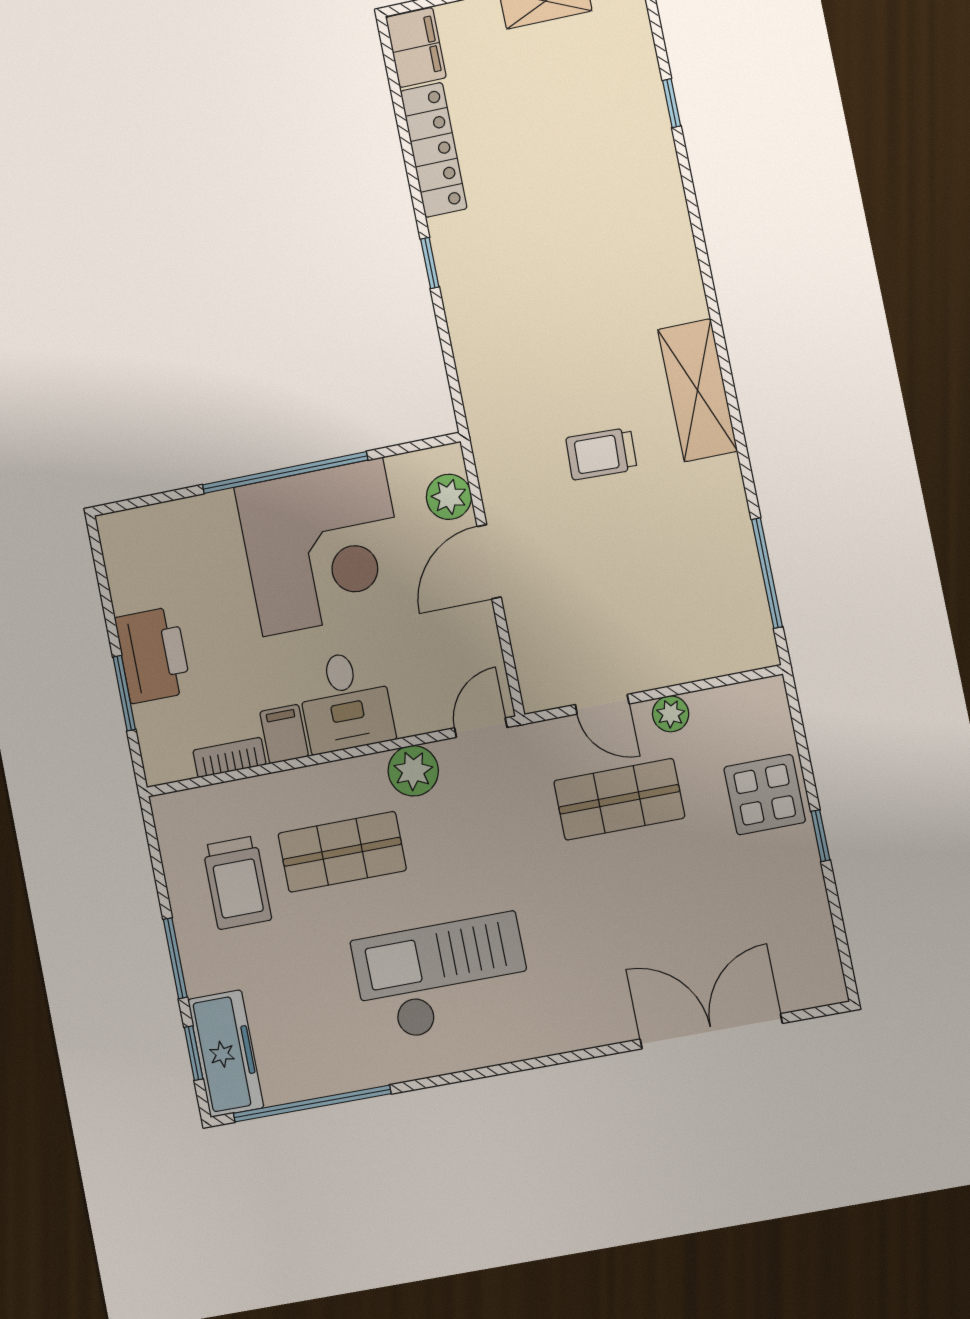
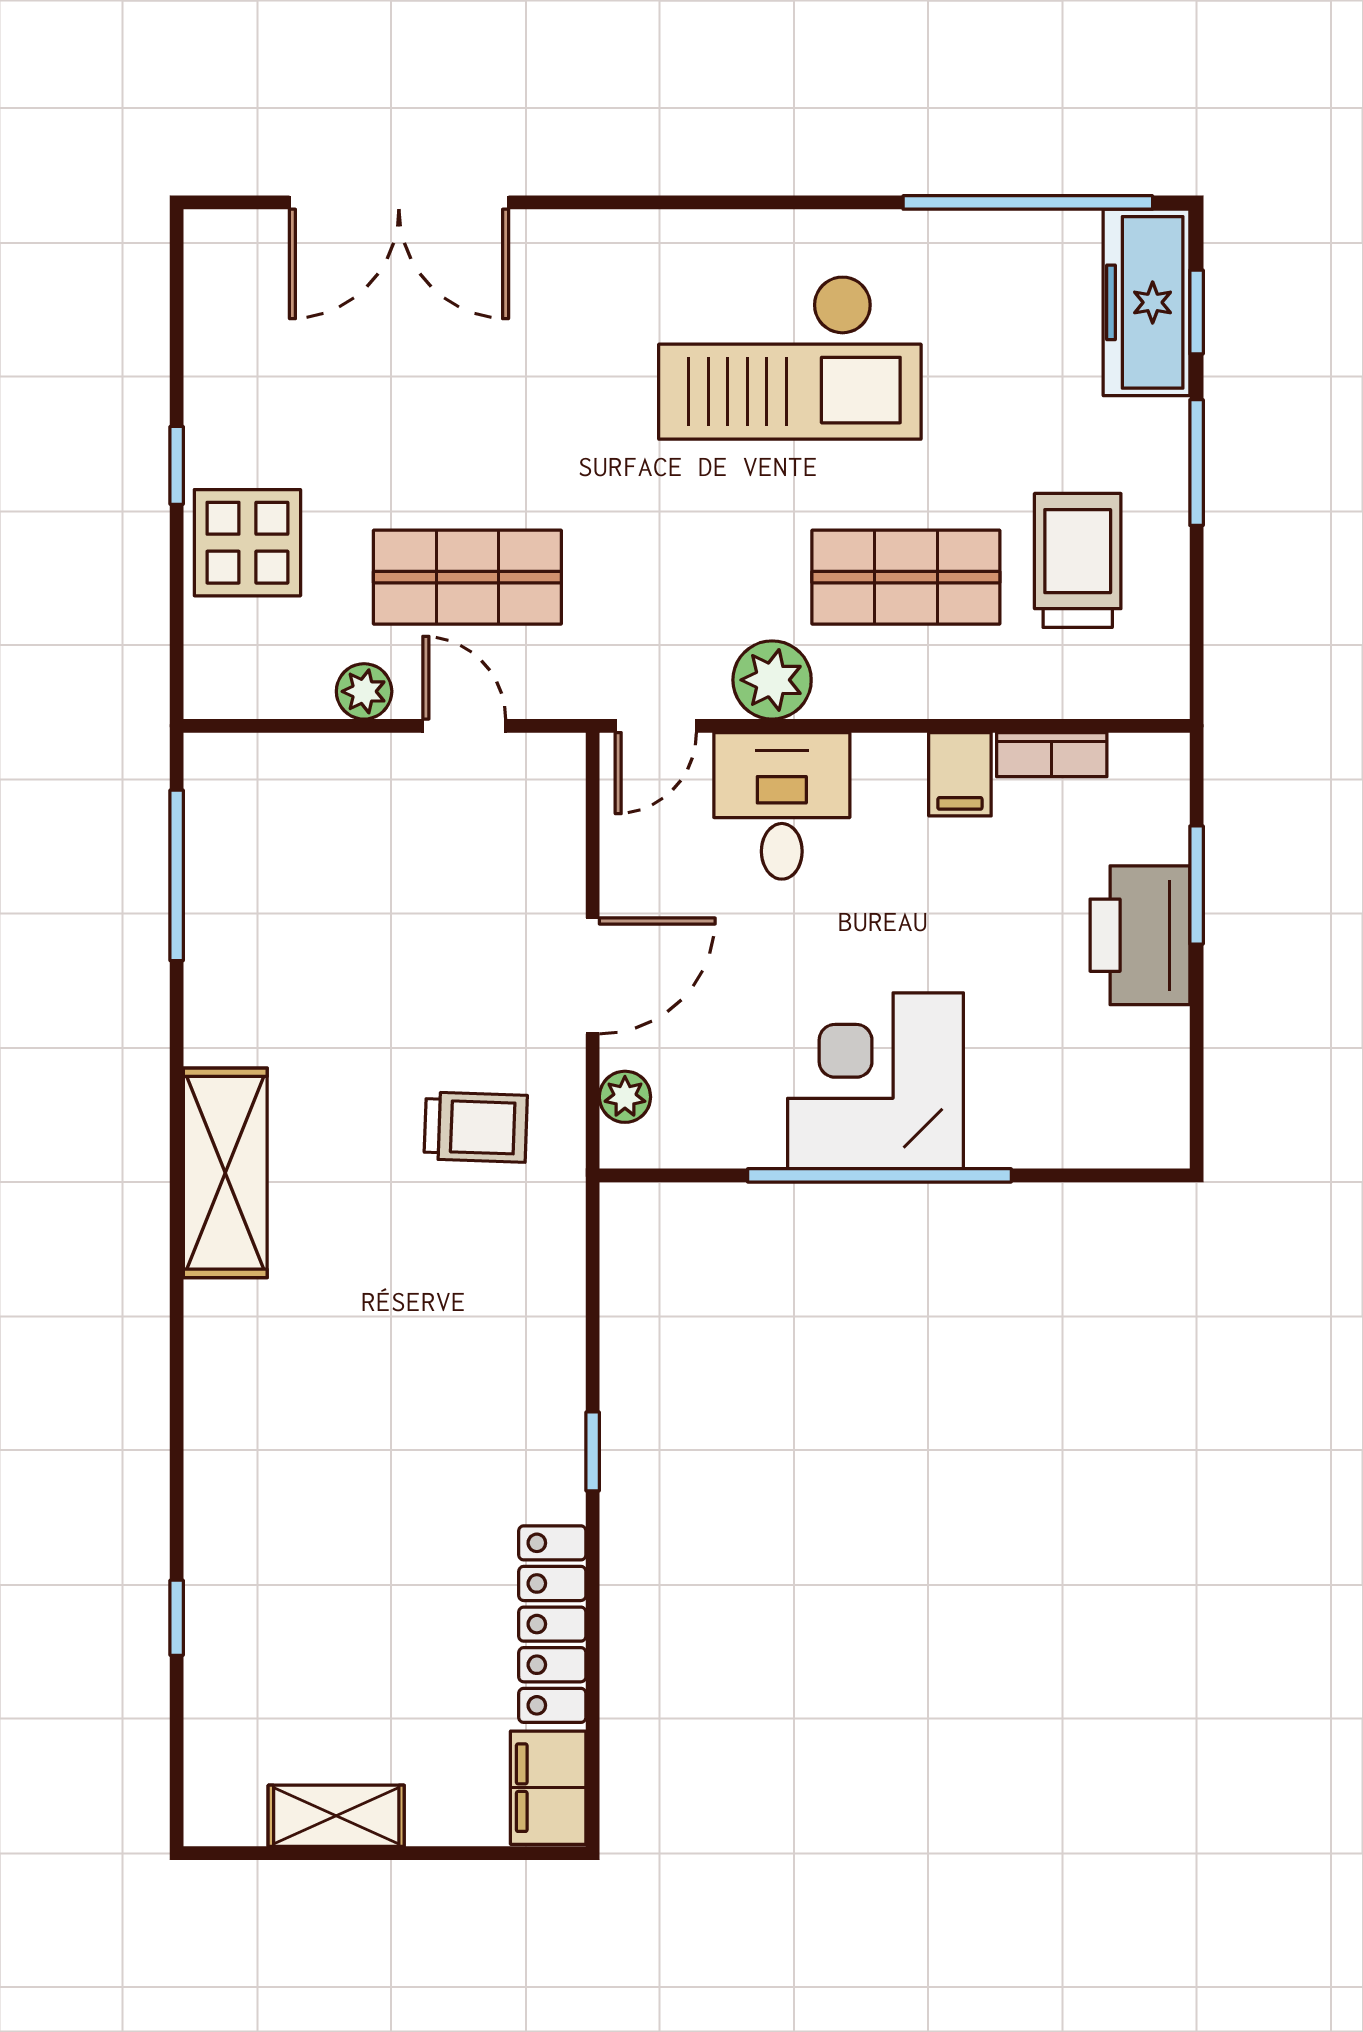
trolley: (601, 454) -> (476, 1127), moved
plant: (449, 497) -> (625, 1097), width x0.73, depth x0.73
corner desk: (323, 547) -> (875, 1081), width x0.74, depth x0.74
desk: (345, 701) -> (782, 806), moved

